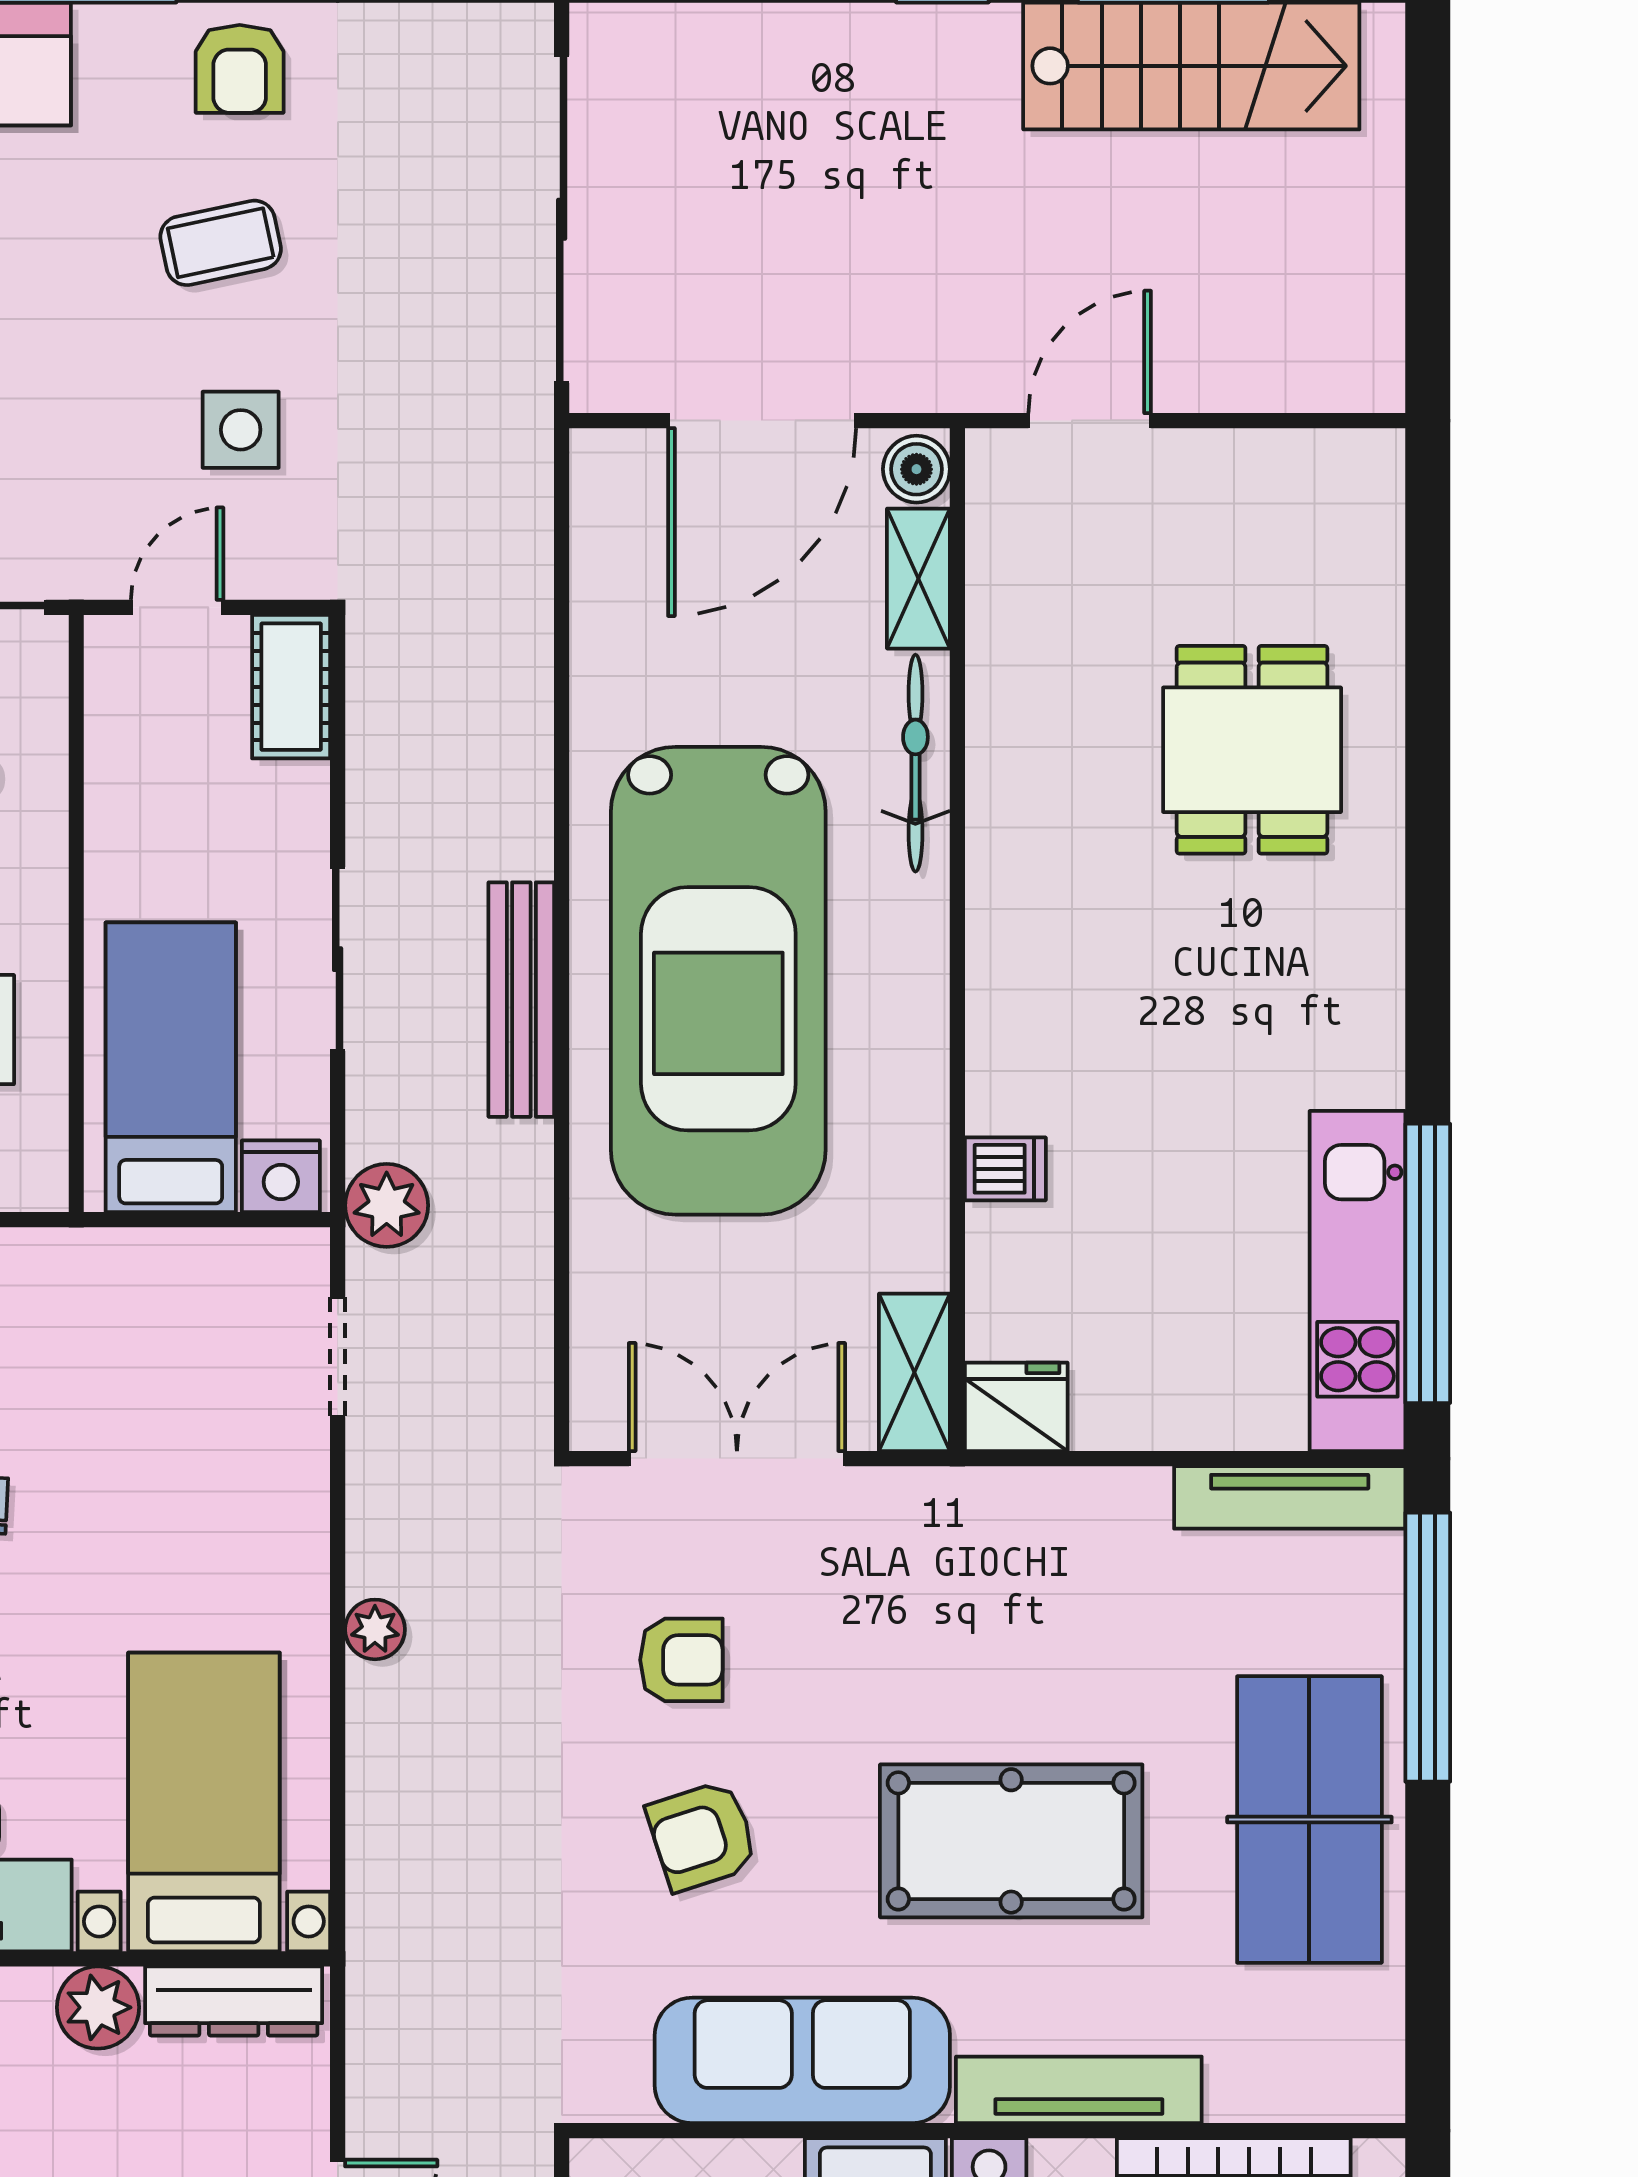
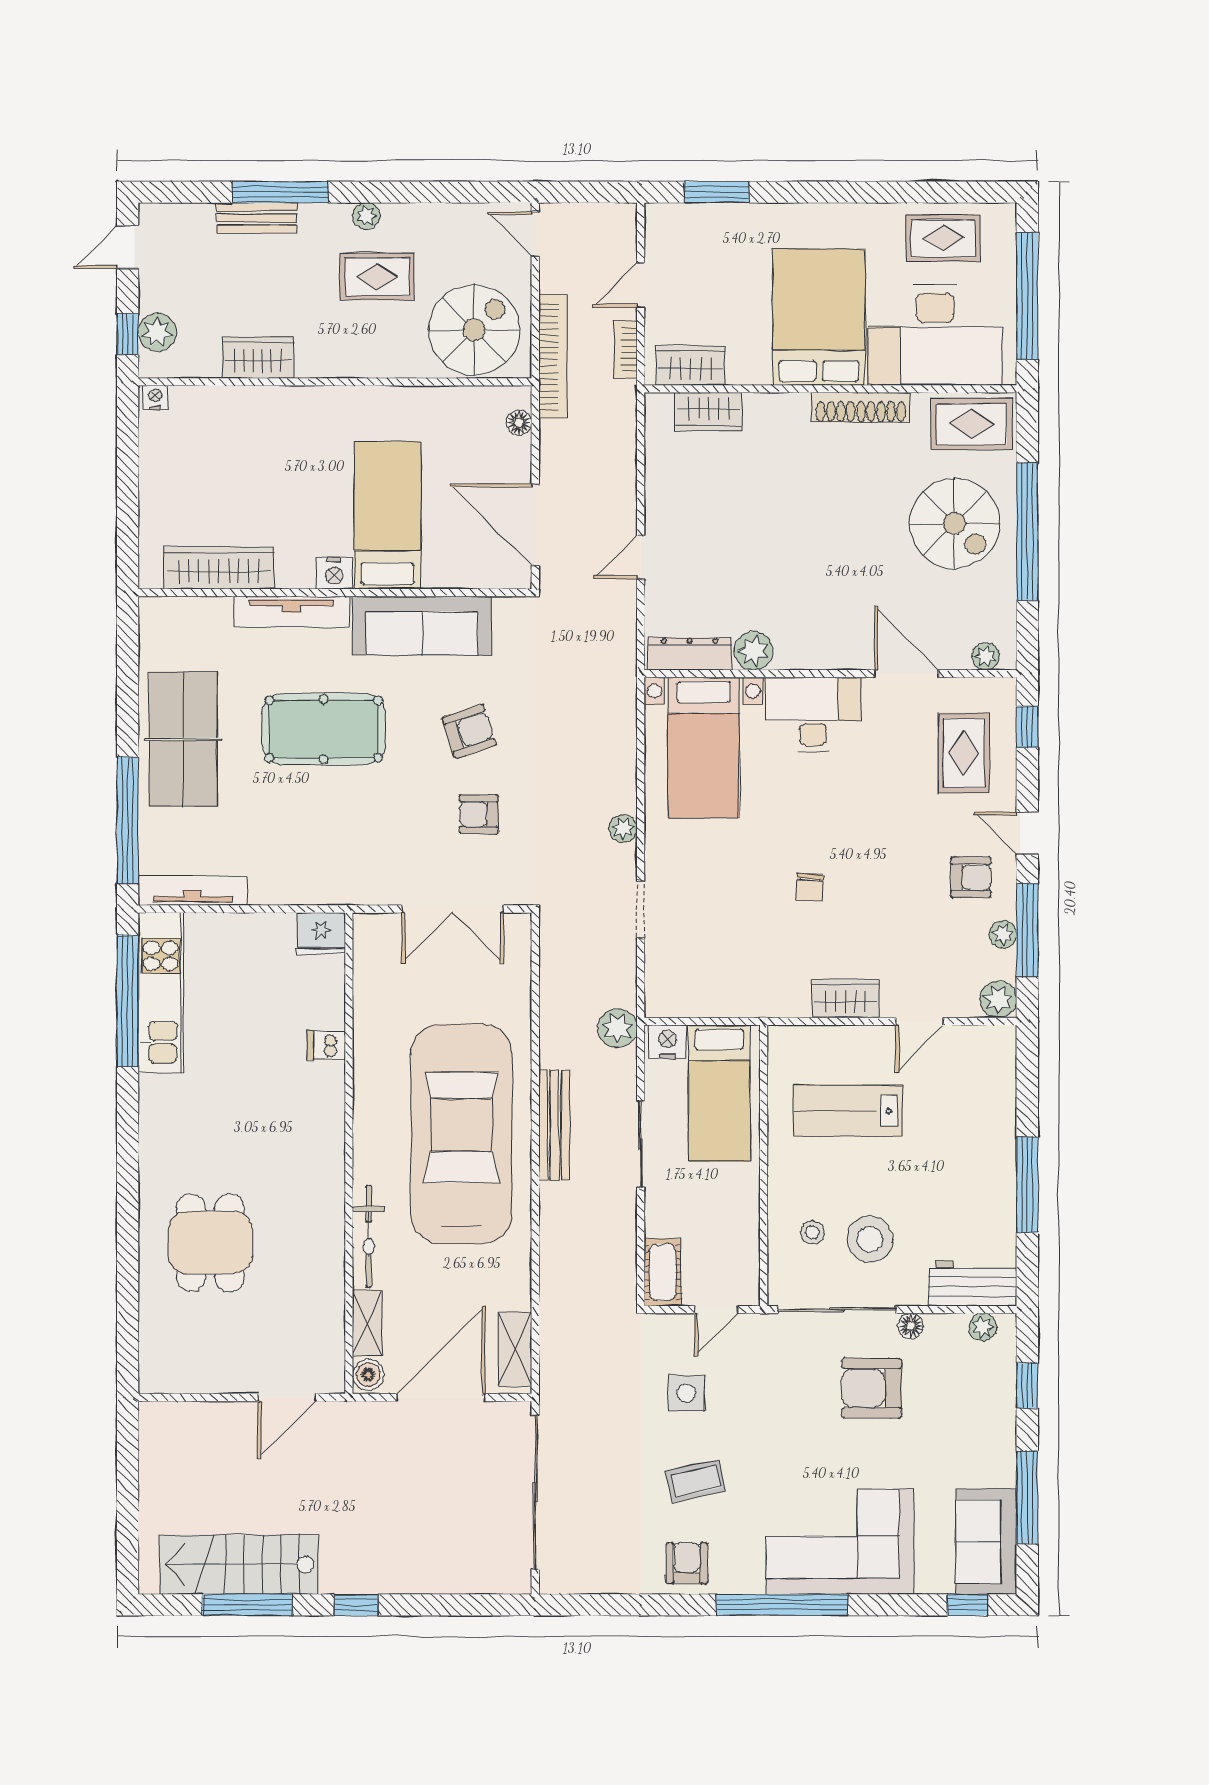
doorway: (338, 1357) -> (641, 909), moved
shelving: (914, 1372) -> (515, 1349), moved

